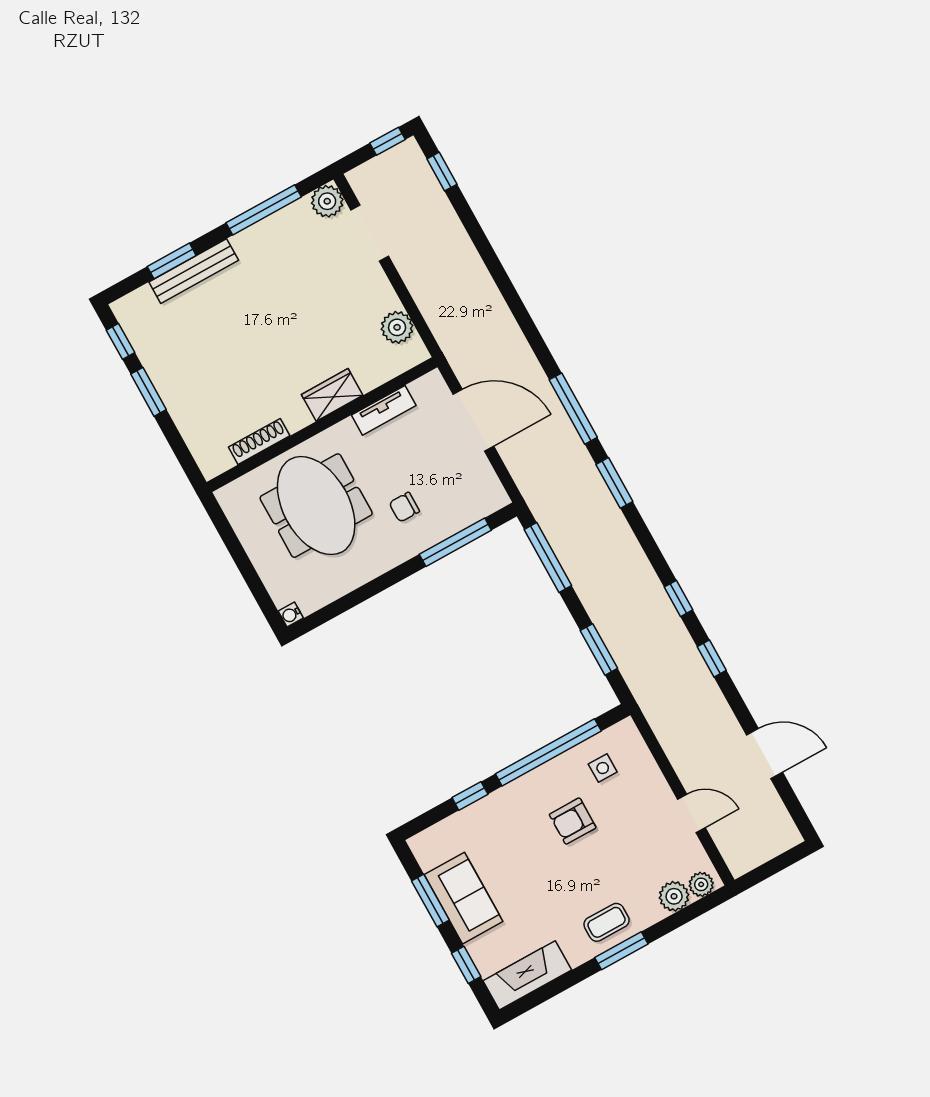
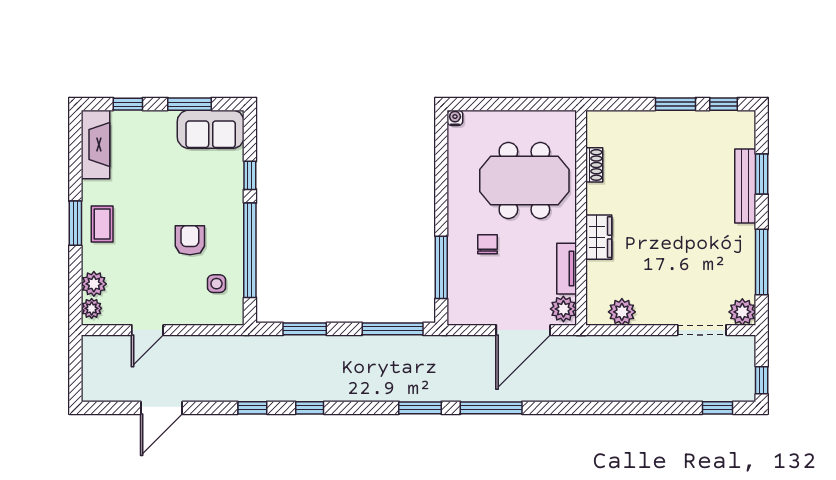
plant: (428, 390) -> (563, 309), added
shoe rack: (259, 441) -> (594, 165), width x0.70
sofa: (464, 898) -> (211, 129), moved

